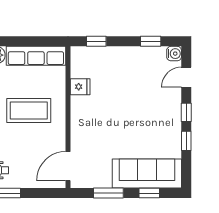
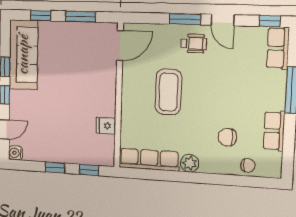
window: (151, 41) -> (55, 168), moved
coffee table: (29, 111) -> (168, 92), moved, turned 90
sofa: (147, 173) -> (23, 55), moved, turned -90

